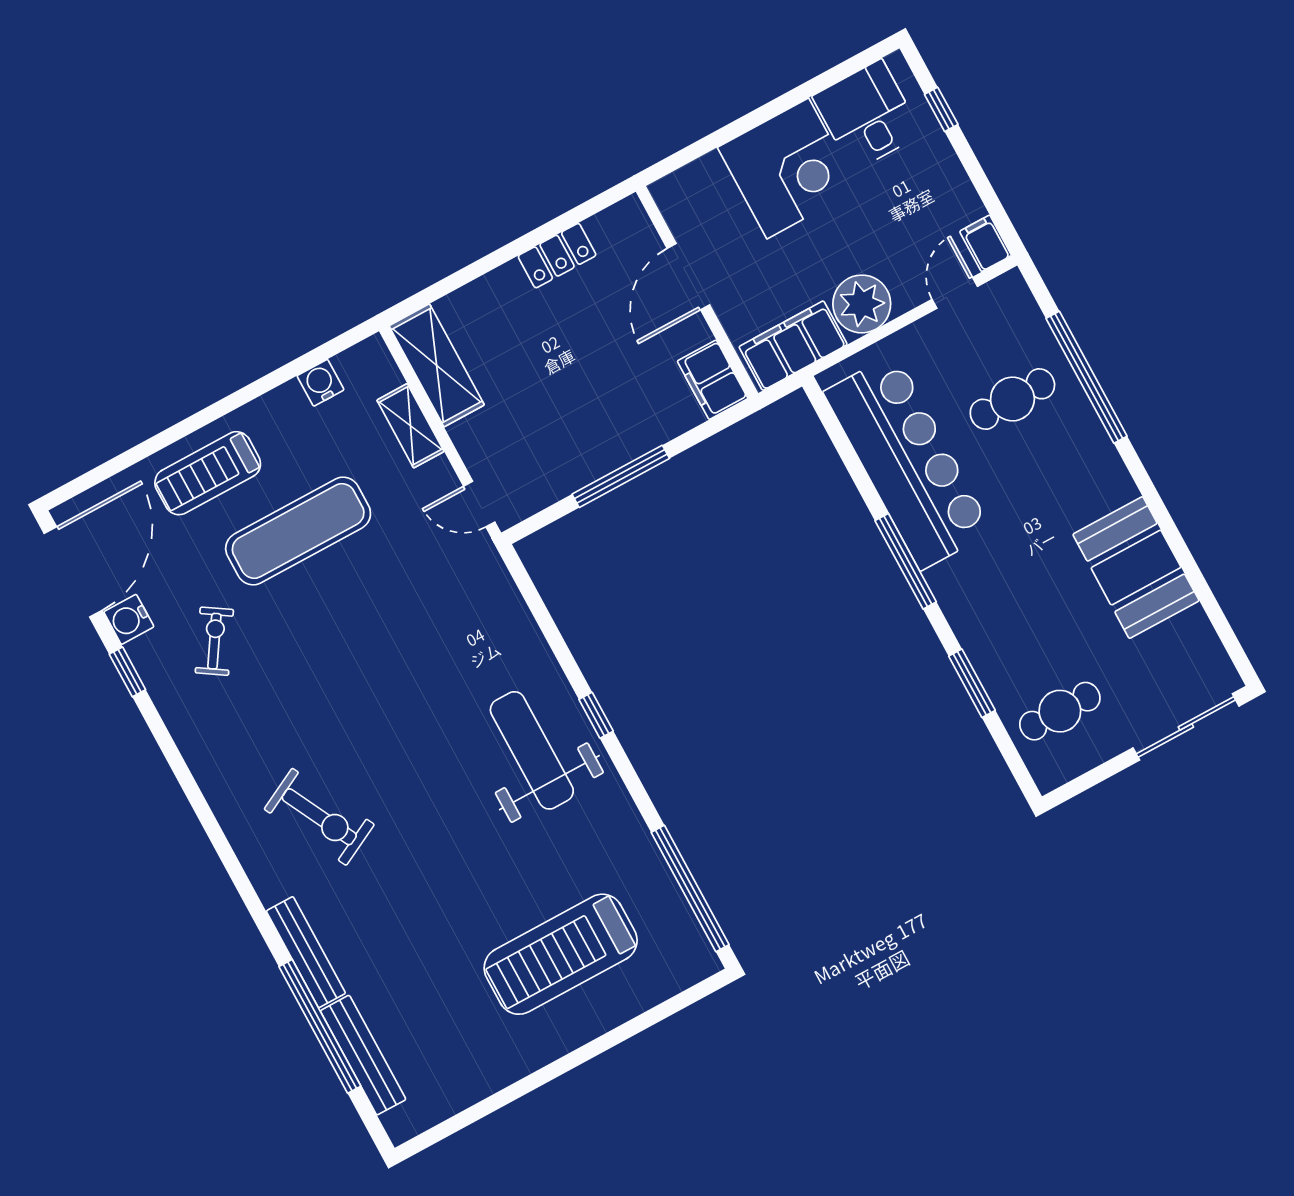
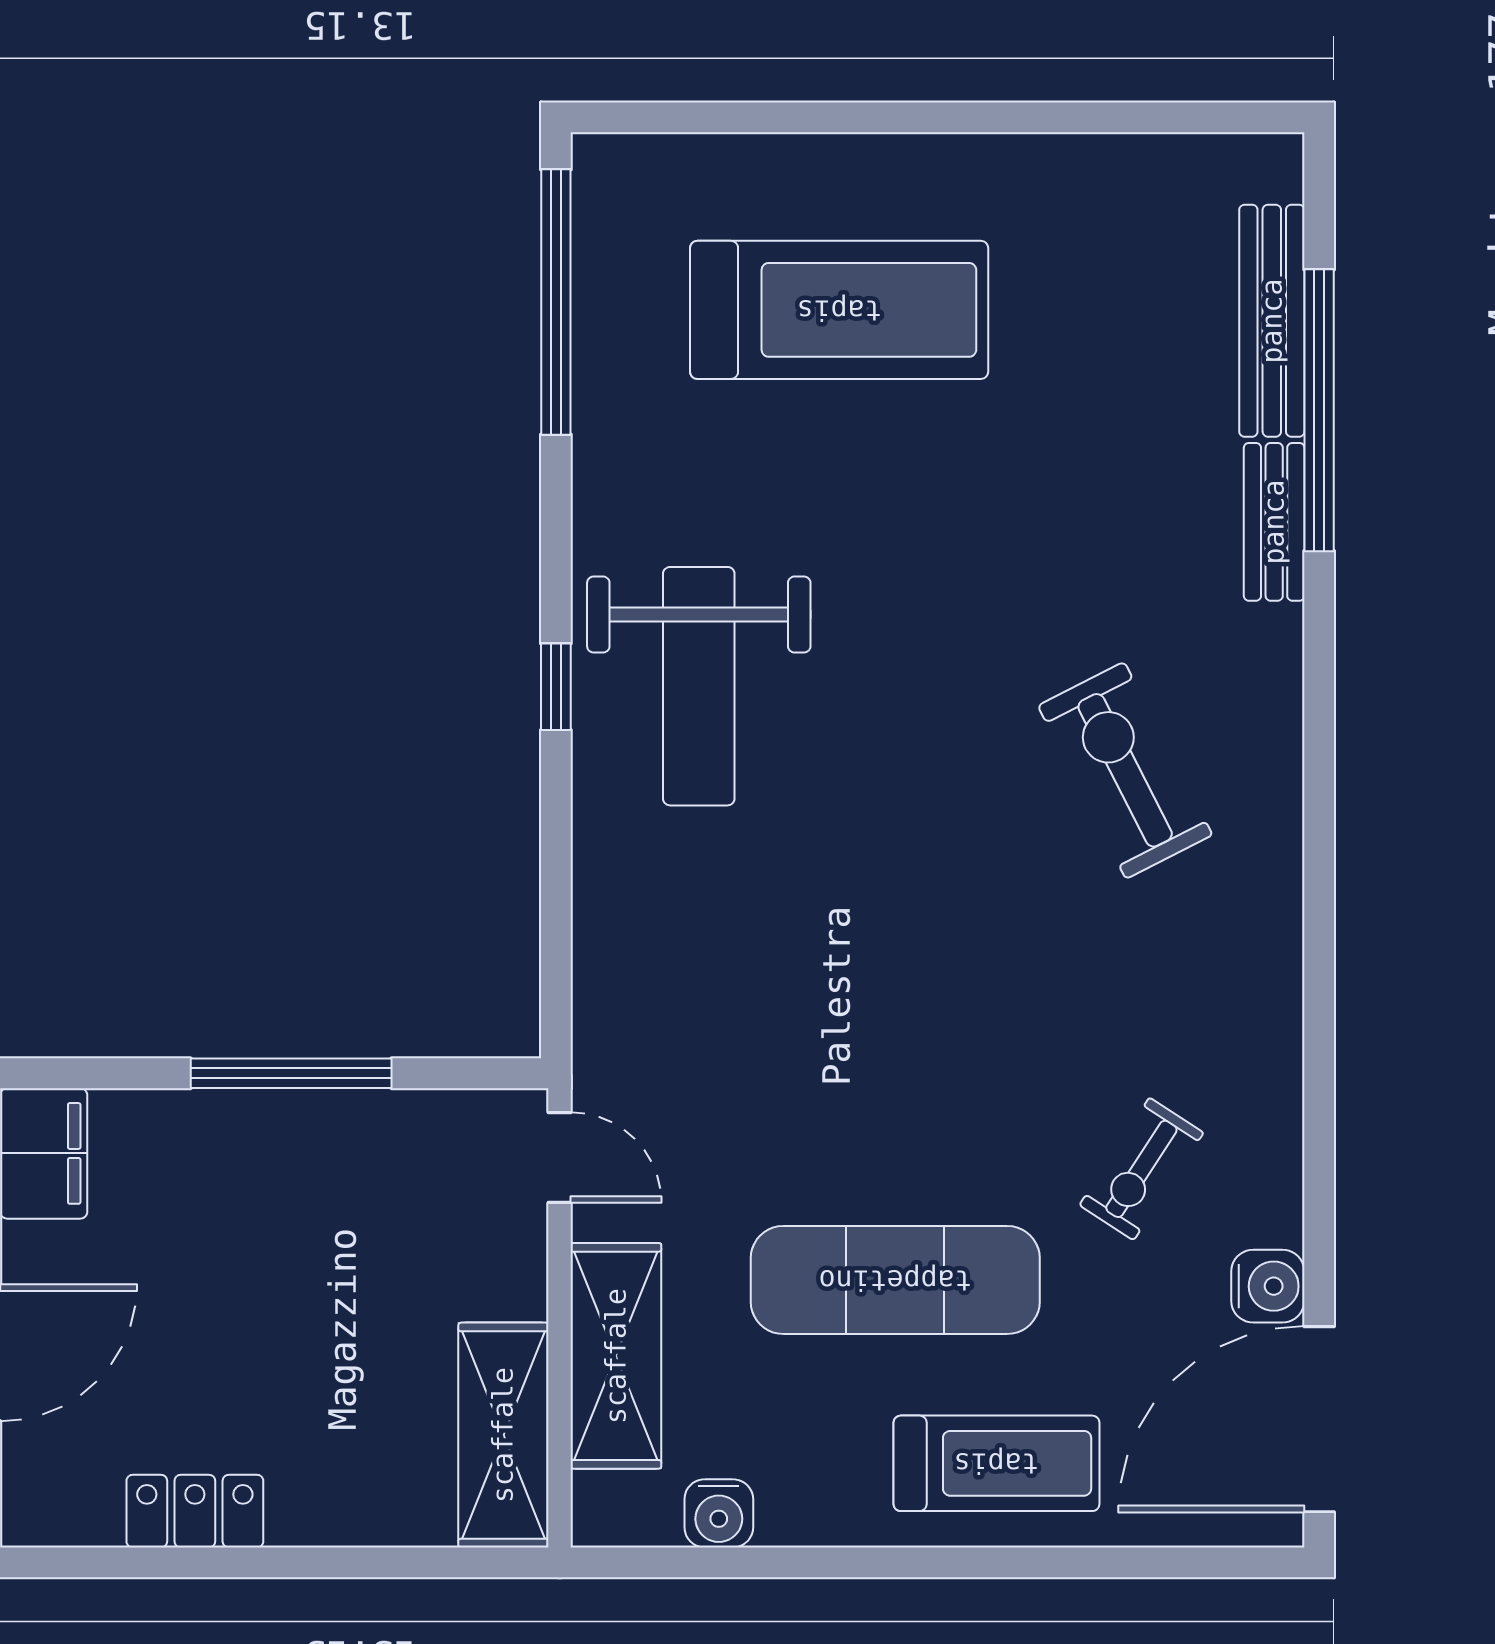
shelving: (410, 426) -> (616, 1356), width x1.50, depth x1.33
window: (127, 672) -> (1319, 1197), removed
bench: (306, 952) -> (1274, 522), width x0.73

